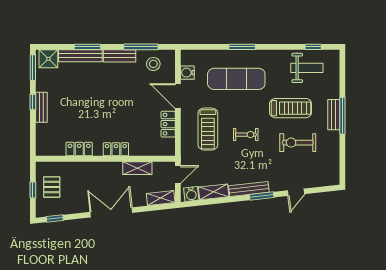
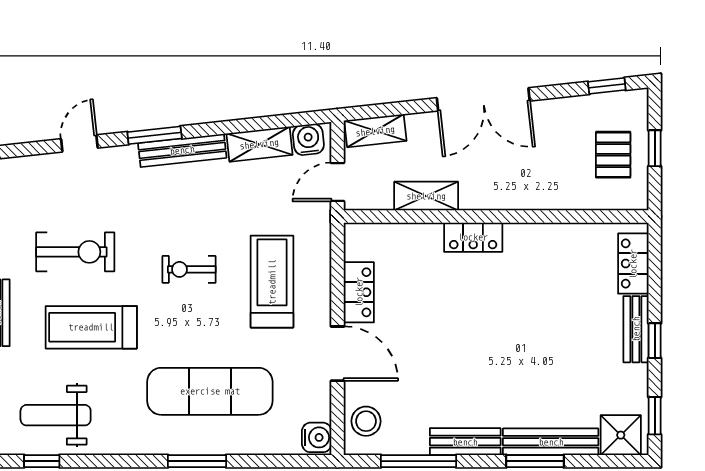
stool: (153, 64) -> (366, 421), moved
window: (33, 68) -> (655, 416), width x0.67
water cooler: (187, 73) -> (317, 437), moved
locker: (79, 149) -> (633, 264), moved, turned 90

